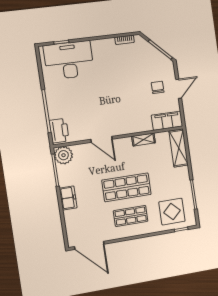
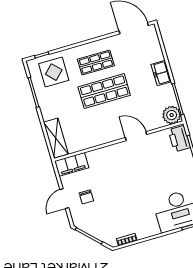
shelving: (144, 140) -> (93, 142), removed

